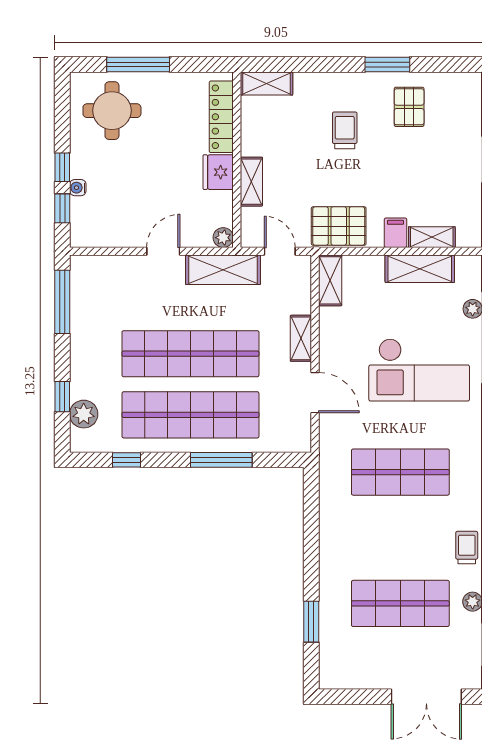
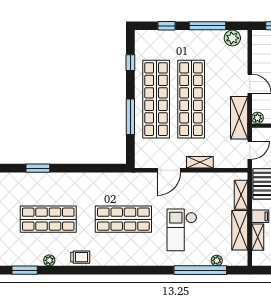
shelving: (330, 280) -> (241, 195), moved, turned 90
window: (62, 302) -> (207, 26), moved
checkout: (419, 370) -> (182, 230), width x0.73, depth x0.83
plant: (84, 414) -> (232, 38), moved
shop shelf: (400, 472) -> (123, 219), turned 90
shop shelf: (400, 603) -> (48, 219), turned 90

